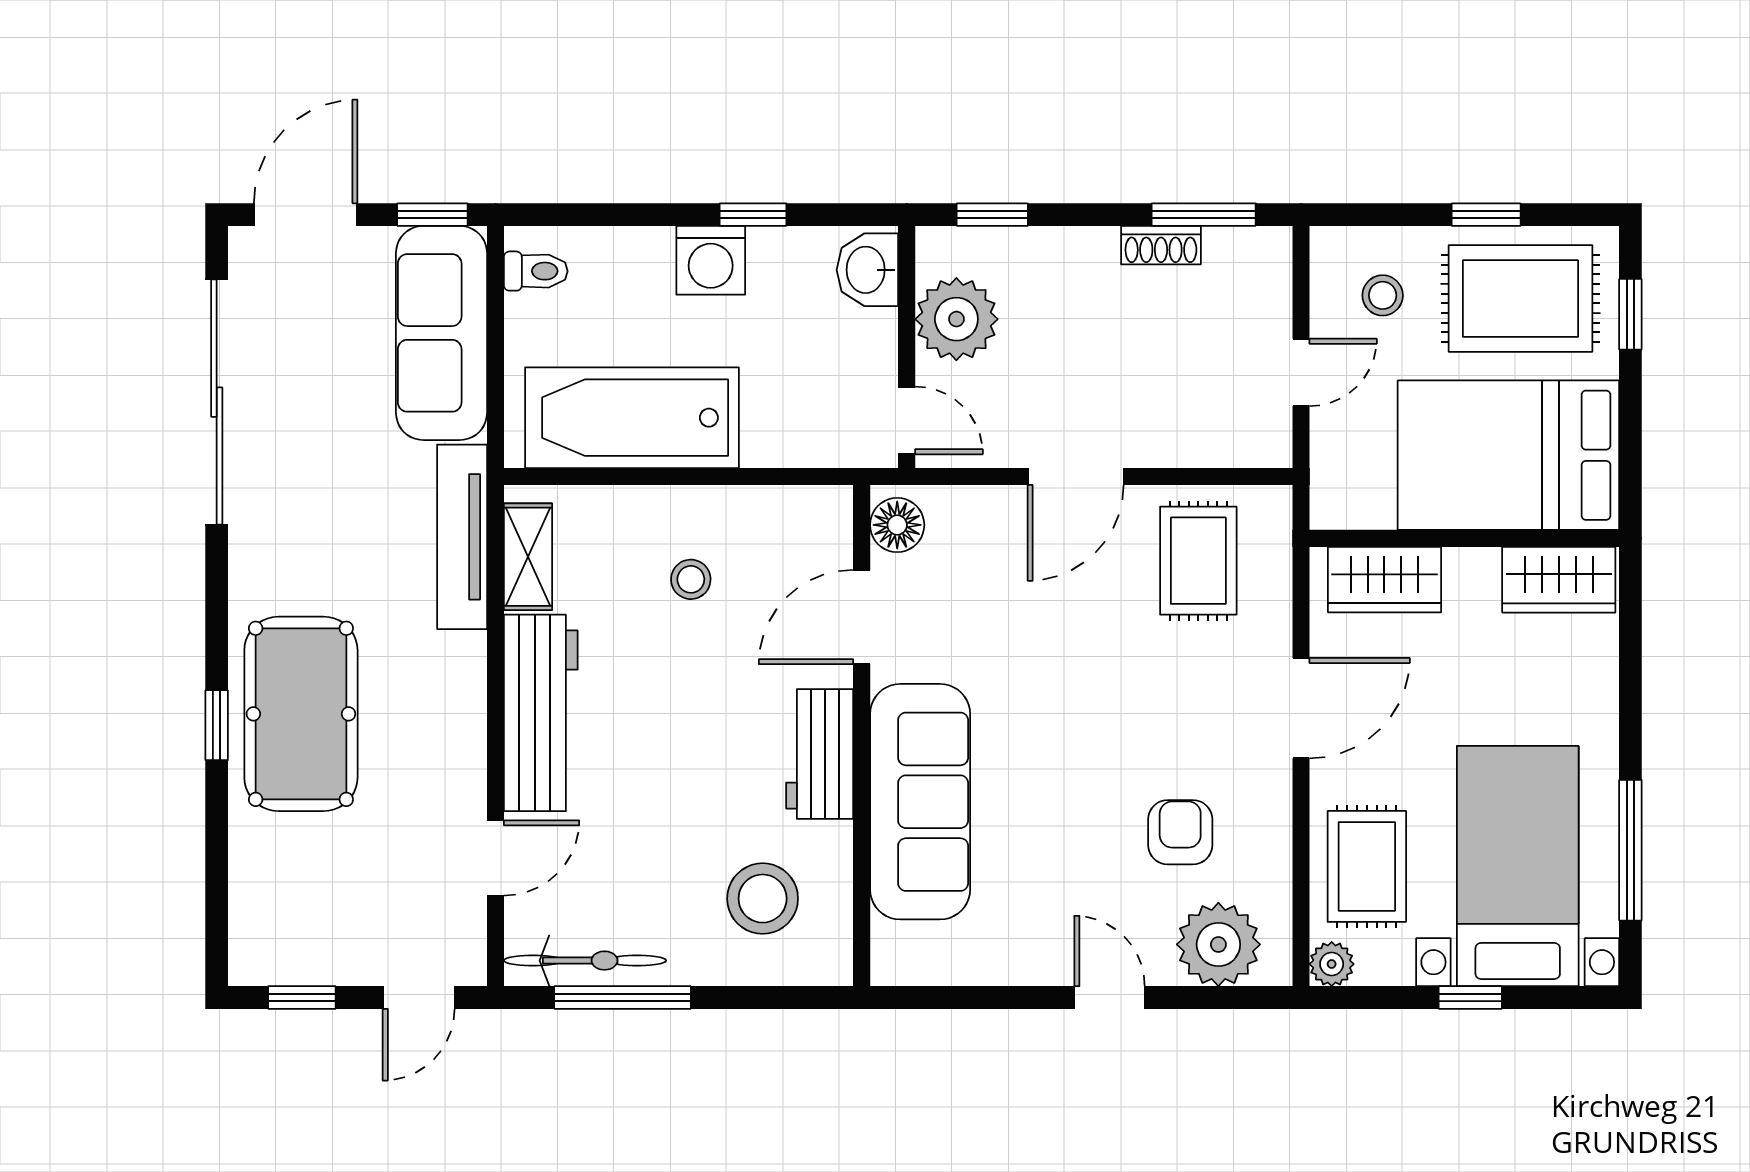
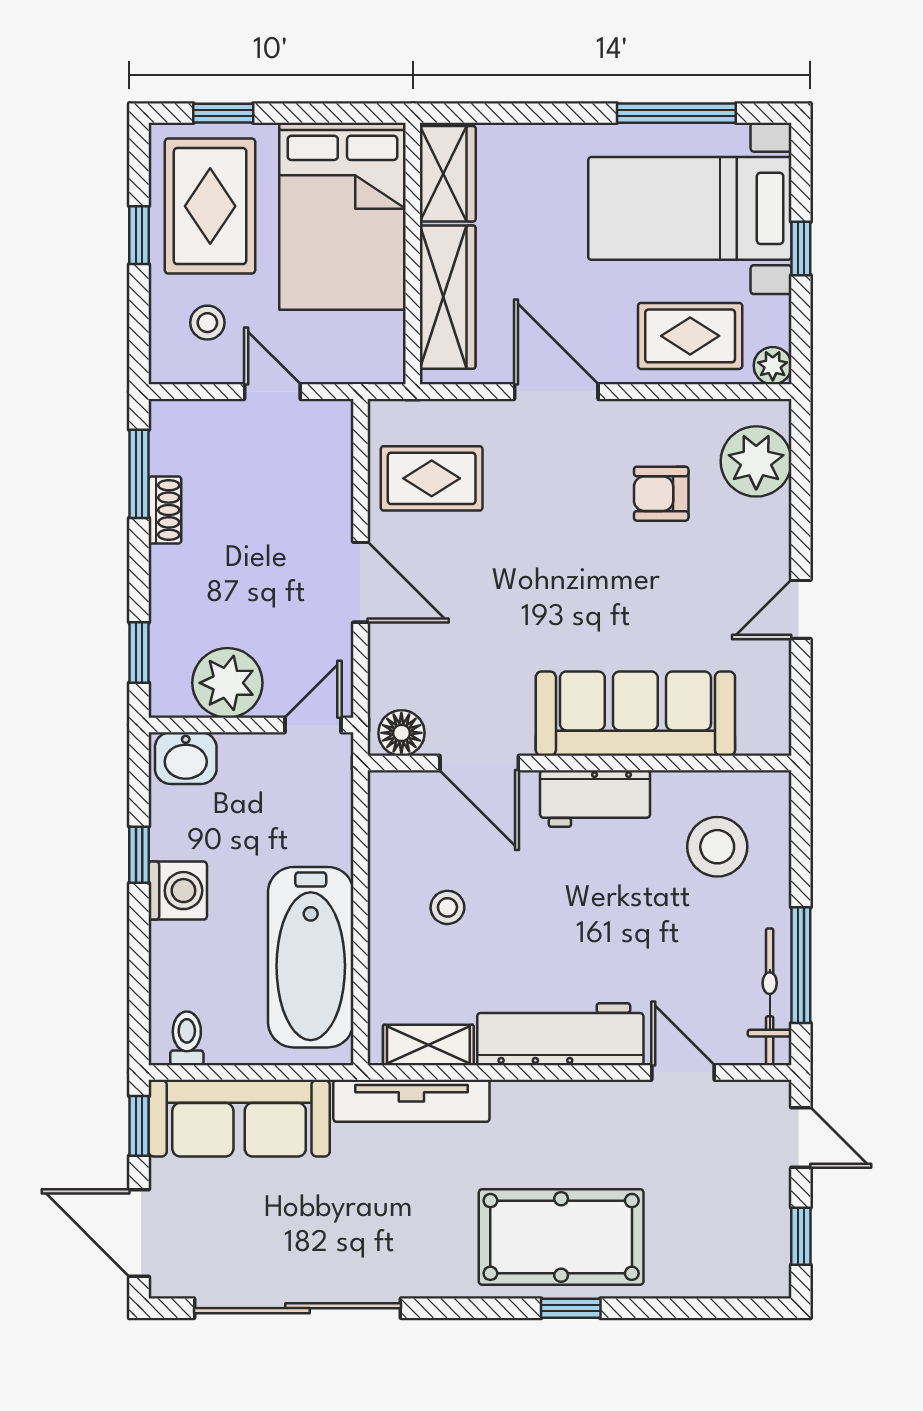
wardrobe: (1384, 580) -> (448, 297), width x1.50
door: (1110, 997) -> (801, 609), moved

